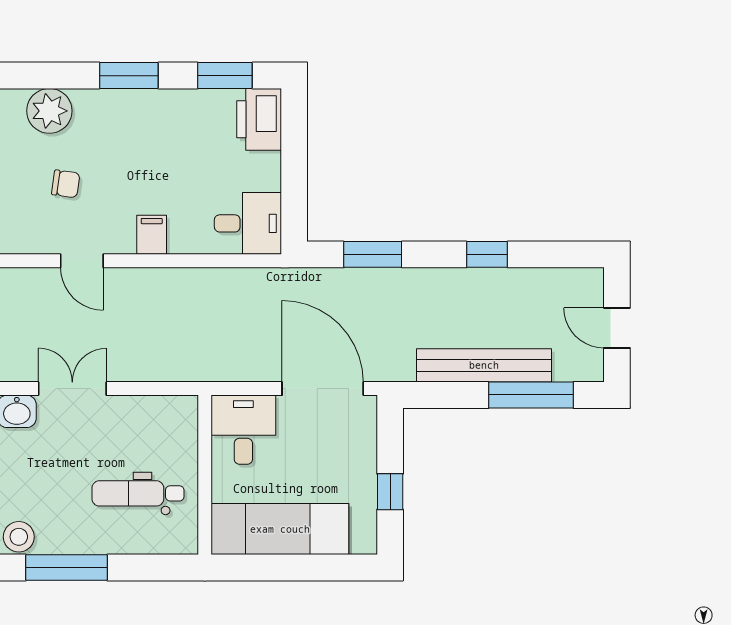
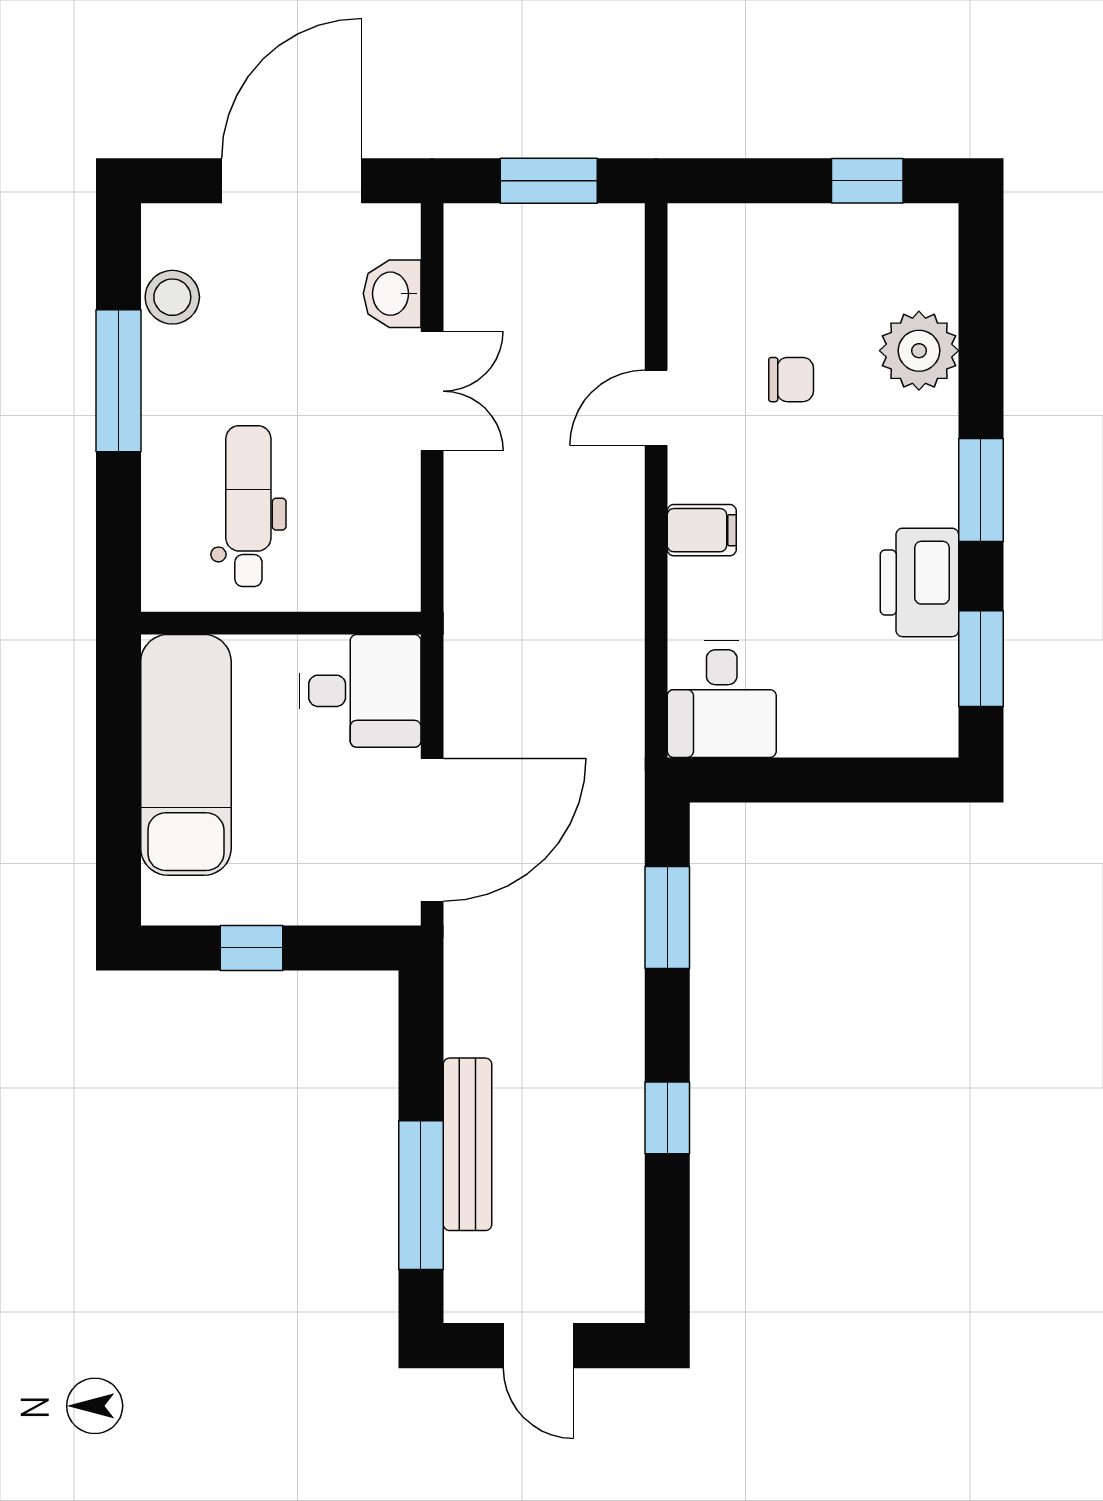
printer: (259, 119) -> (920, 582), moved, turned -90
chair: (66, 184) -> (791, 380), turned -98
door: (617, 328) -> (538, 1346), swing flipped
bench: (484, 365) -> (467, 1144), width x0.73, depth x0.82

